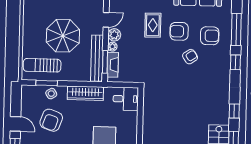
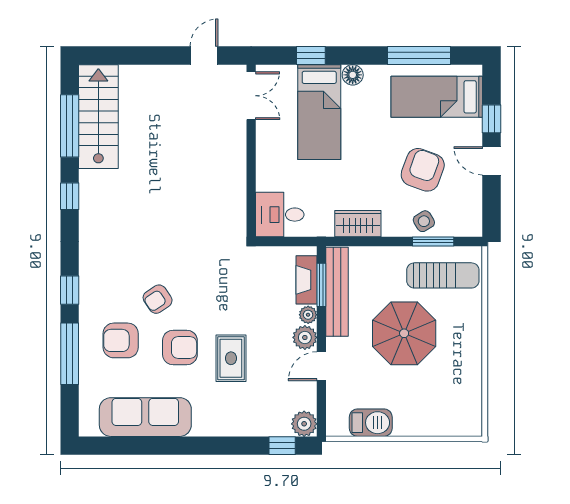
wardrobe: (85, 93) -> (358, 224), width x0.67

